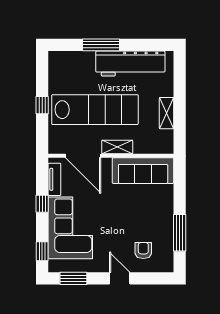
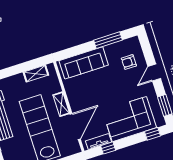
shelving: (167, 113) -> (36, 74), moved
sofa: (143, 171) -> (84, 63), moved, turned 90
window: (42, 204) -> (108, 148), moved

